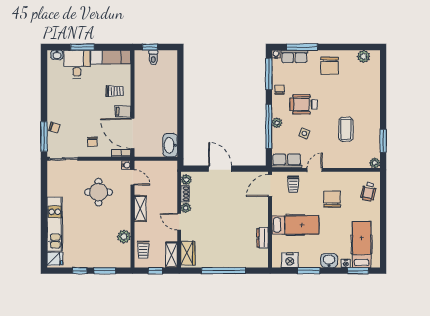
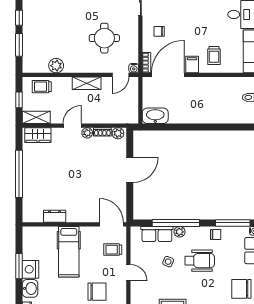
wheelchair: (304, 104) -> (200, 261), turned 90
row of seats: (287, 161) -> (157, 234), moved, turned 90
nightstand: (290, 260) -> (30, 269), moved

